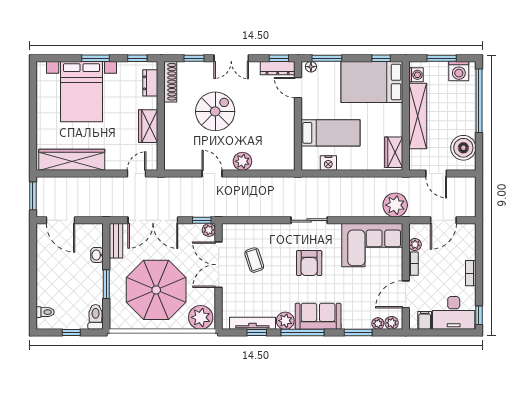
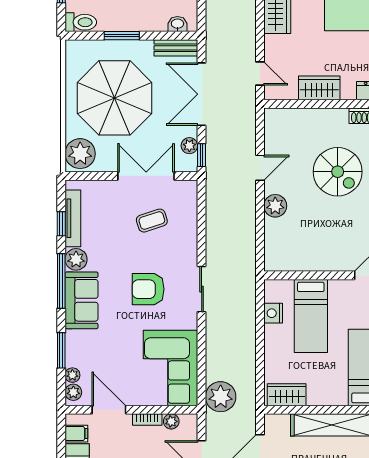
plant: (209, 230) -> (189, 146), moved
washbasin: (97, 255) -> (177, 24), moved

